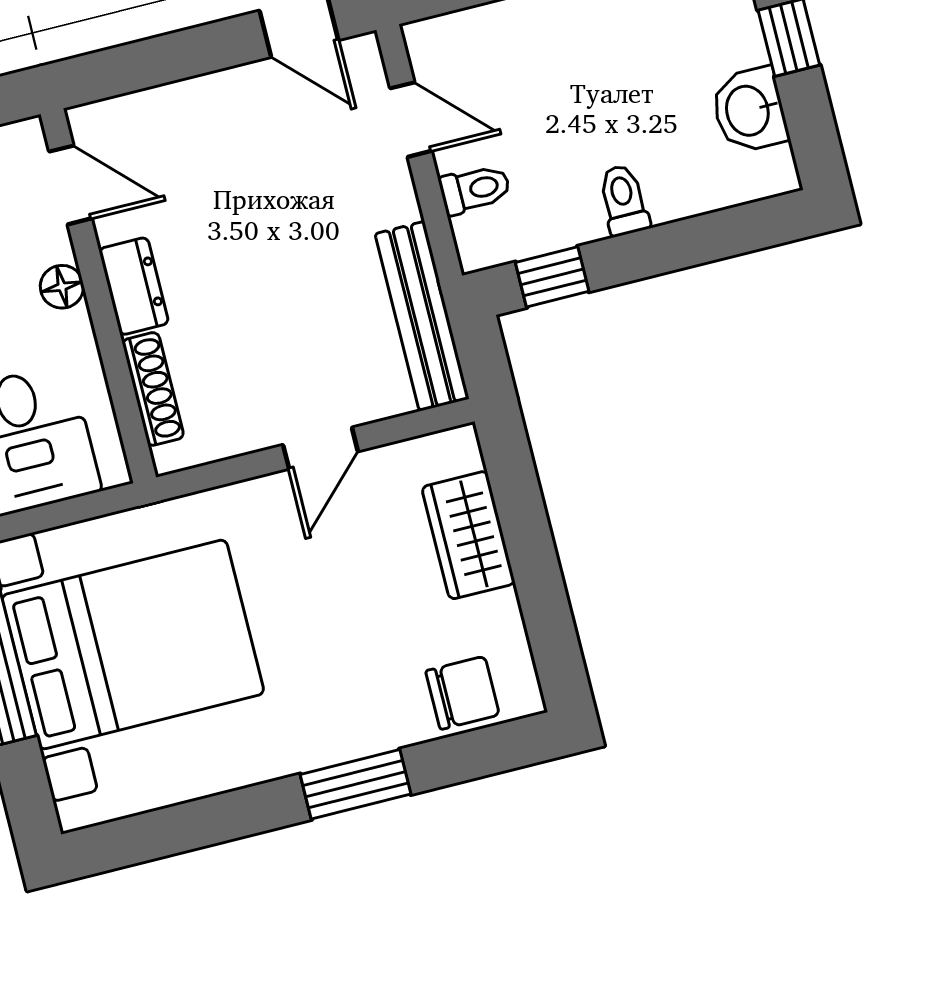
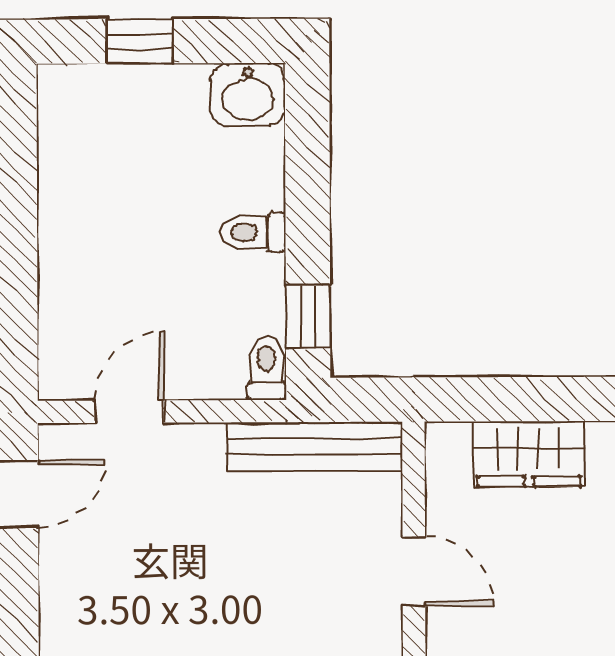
washbasin: (749, 110) -> (248, 95), moved
toilet: (475, 189) -> (266, 368), moved

